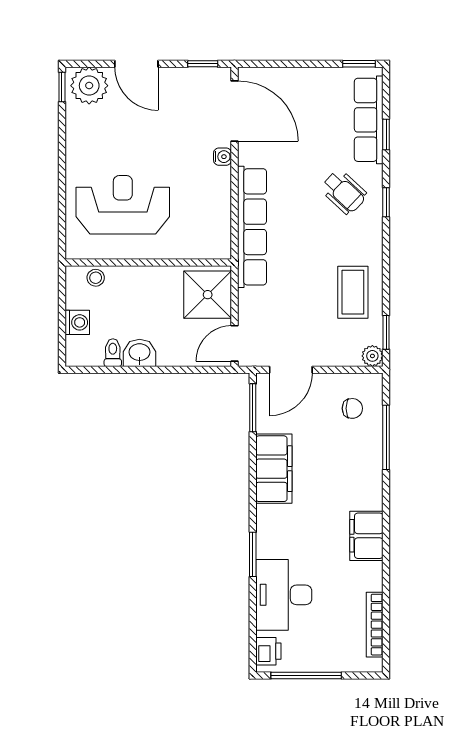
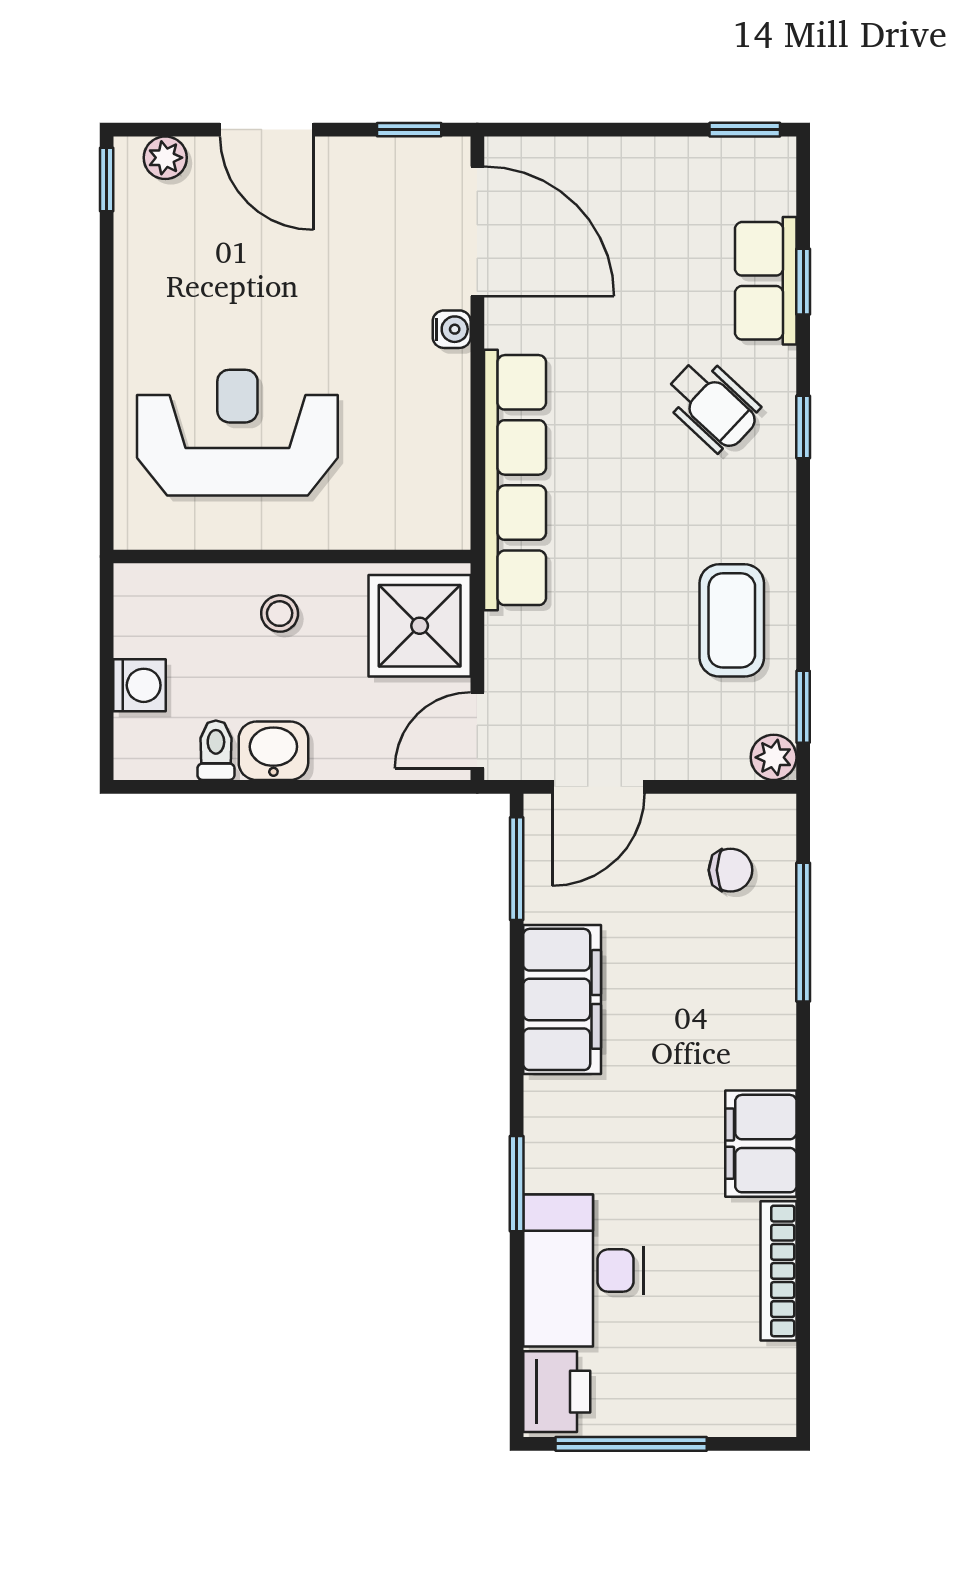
plant: (89, 86) -> (165, 158), width x0.53, depth x0.53
row of seats: (369, 120) -> (766, 281), width x0.68
stool: (96, 278) -> (280, 614), moved
bookcase: (375, 625) -> (779, 1271), moved
printer: (268, 651) -> (557, 1392), width x1.36, depth x1.24

